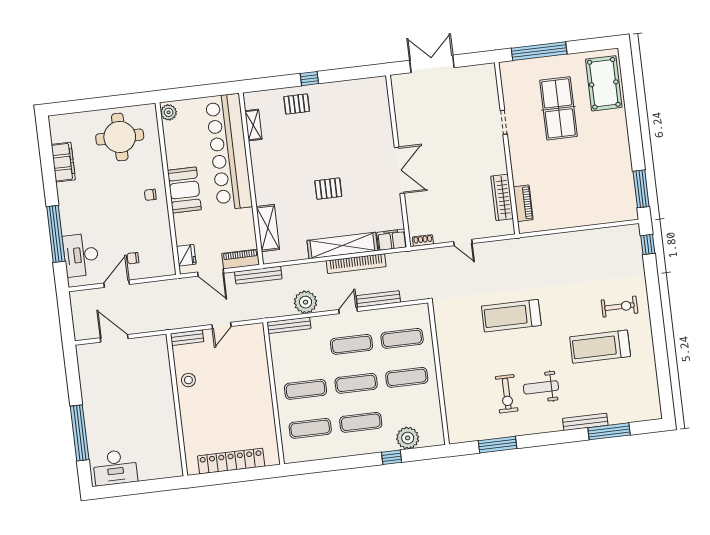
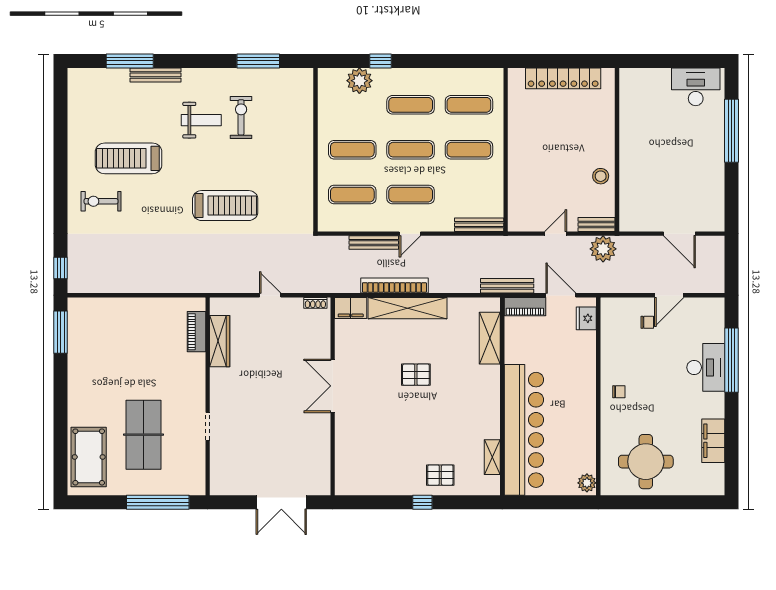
booth: (184, 190) -> (580, 393), removed
desk: (81, 255) -> (706, 367), moved
plant: (305, 302) -> (603, 249), moved
treadmill: (600, 347) -> (129, 158), turned 180

